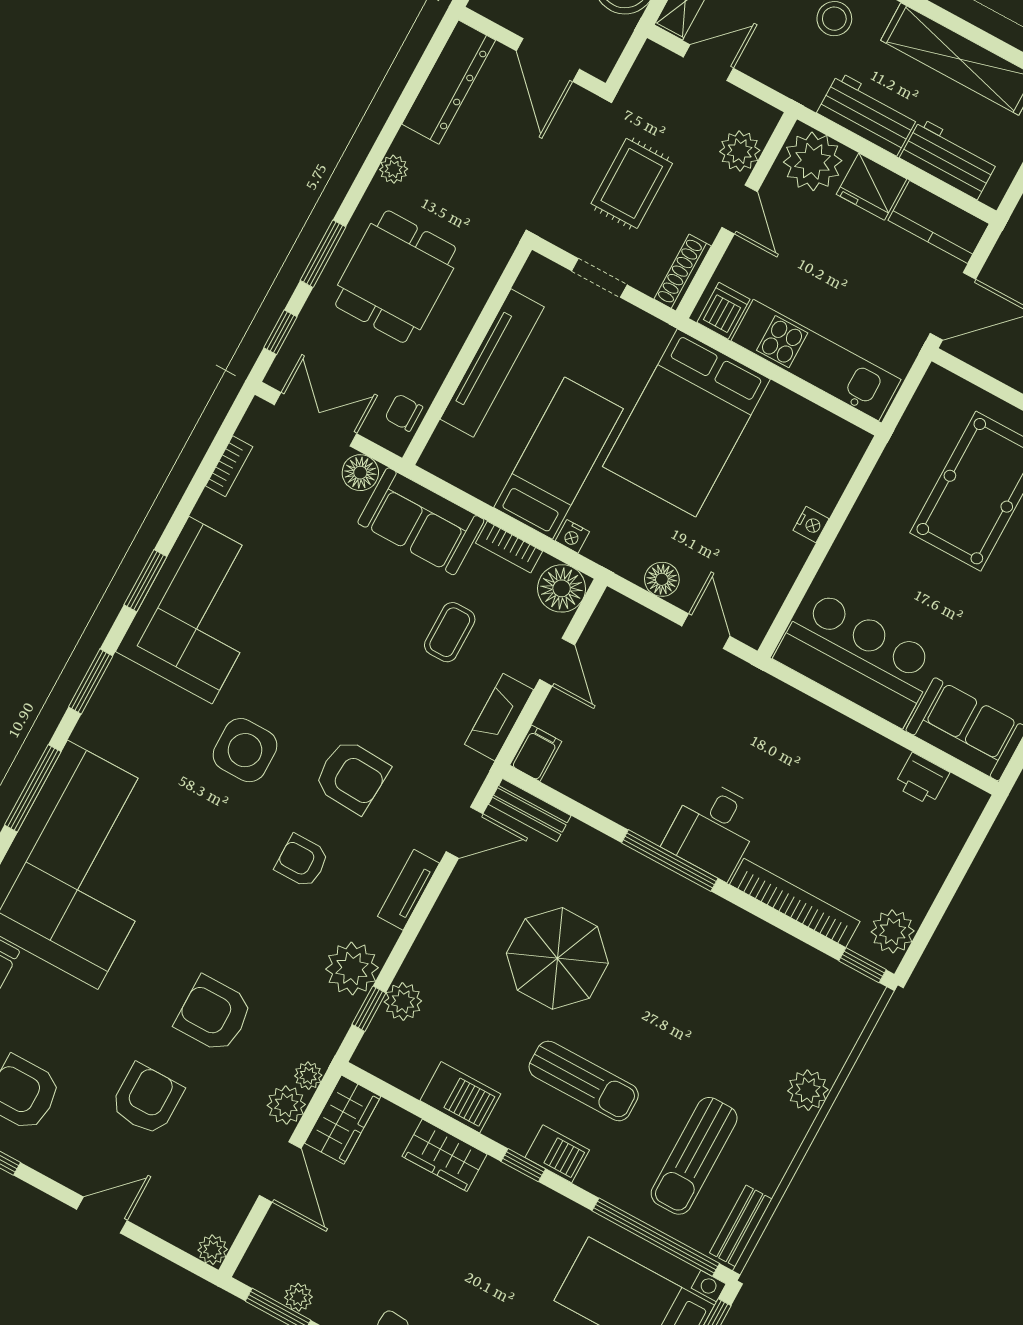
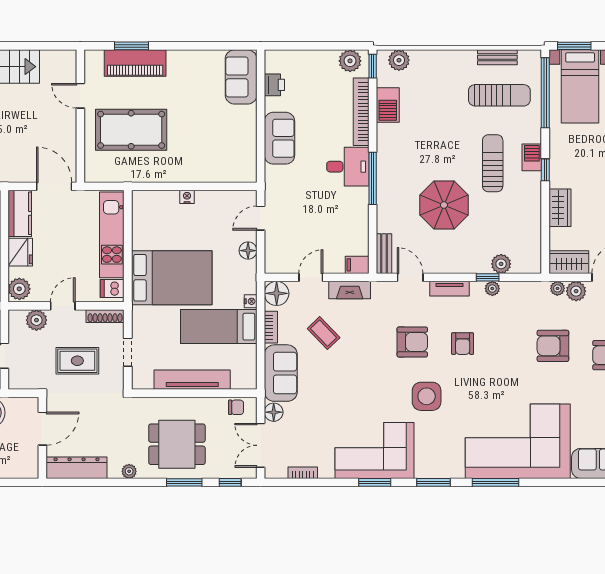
plant: (813, 161) -> (19, 289), width x0.73, depth x0.73
chair: (404, 413) -> (236, 407), turned -90
coffee table: (450, 632) -> (324, 333), turned 46
bar counter: (857, 658) -> (236, 144), removed
sofa: (826, 738) -> (279, 138), added
armchair: (352, 776) -> (412, 342), turned 87
plant: (352, 968) -> (492, 289), width x0.53, depth x0.53
window: (369, 1009) -> (488, 277), moved
armchair: (214, 1014) -> (553, 346), turned 90
plant: (808, 1090) -> (399, 60), moved
barbecue: (460, 1097) -> (388, 105), moved, turned 180
bench: (741, 1226) -> (497, 57), moved

